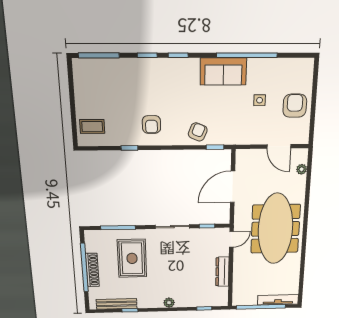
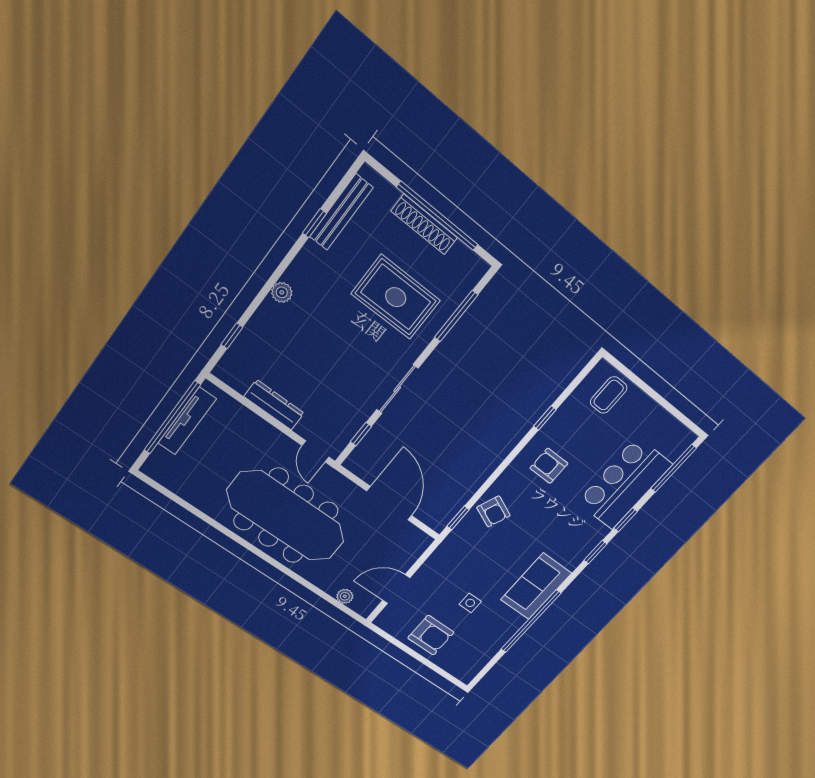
bar counter: (128, 75) -> (625, 483), added
tv unit: (278, 300) -> (187, 421), moved

